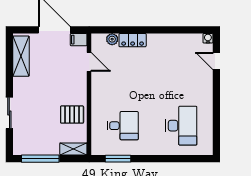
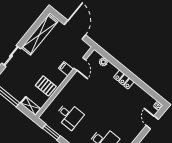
filing cabinet: (79, 40) -> (66, 69), moved
locker: (133, 40) -> (124, 80), moved
shelving: (21, 56) -> (40, 35), width x1.47

